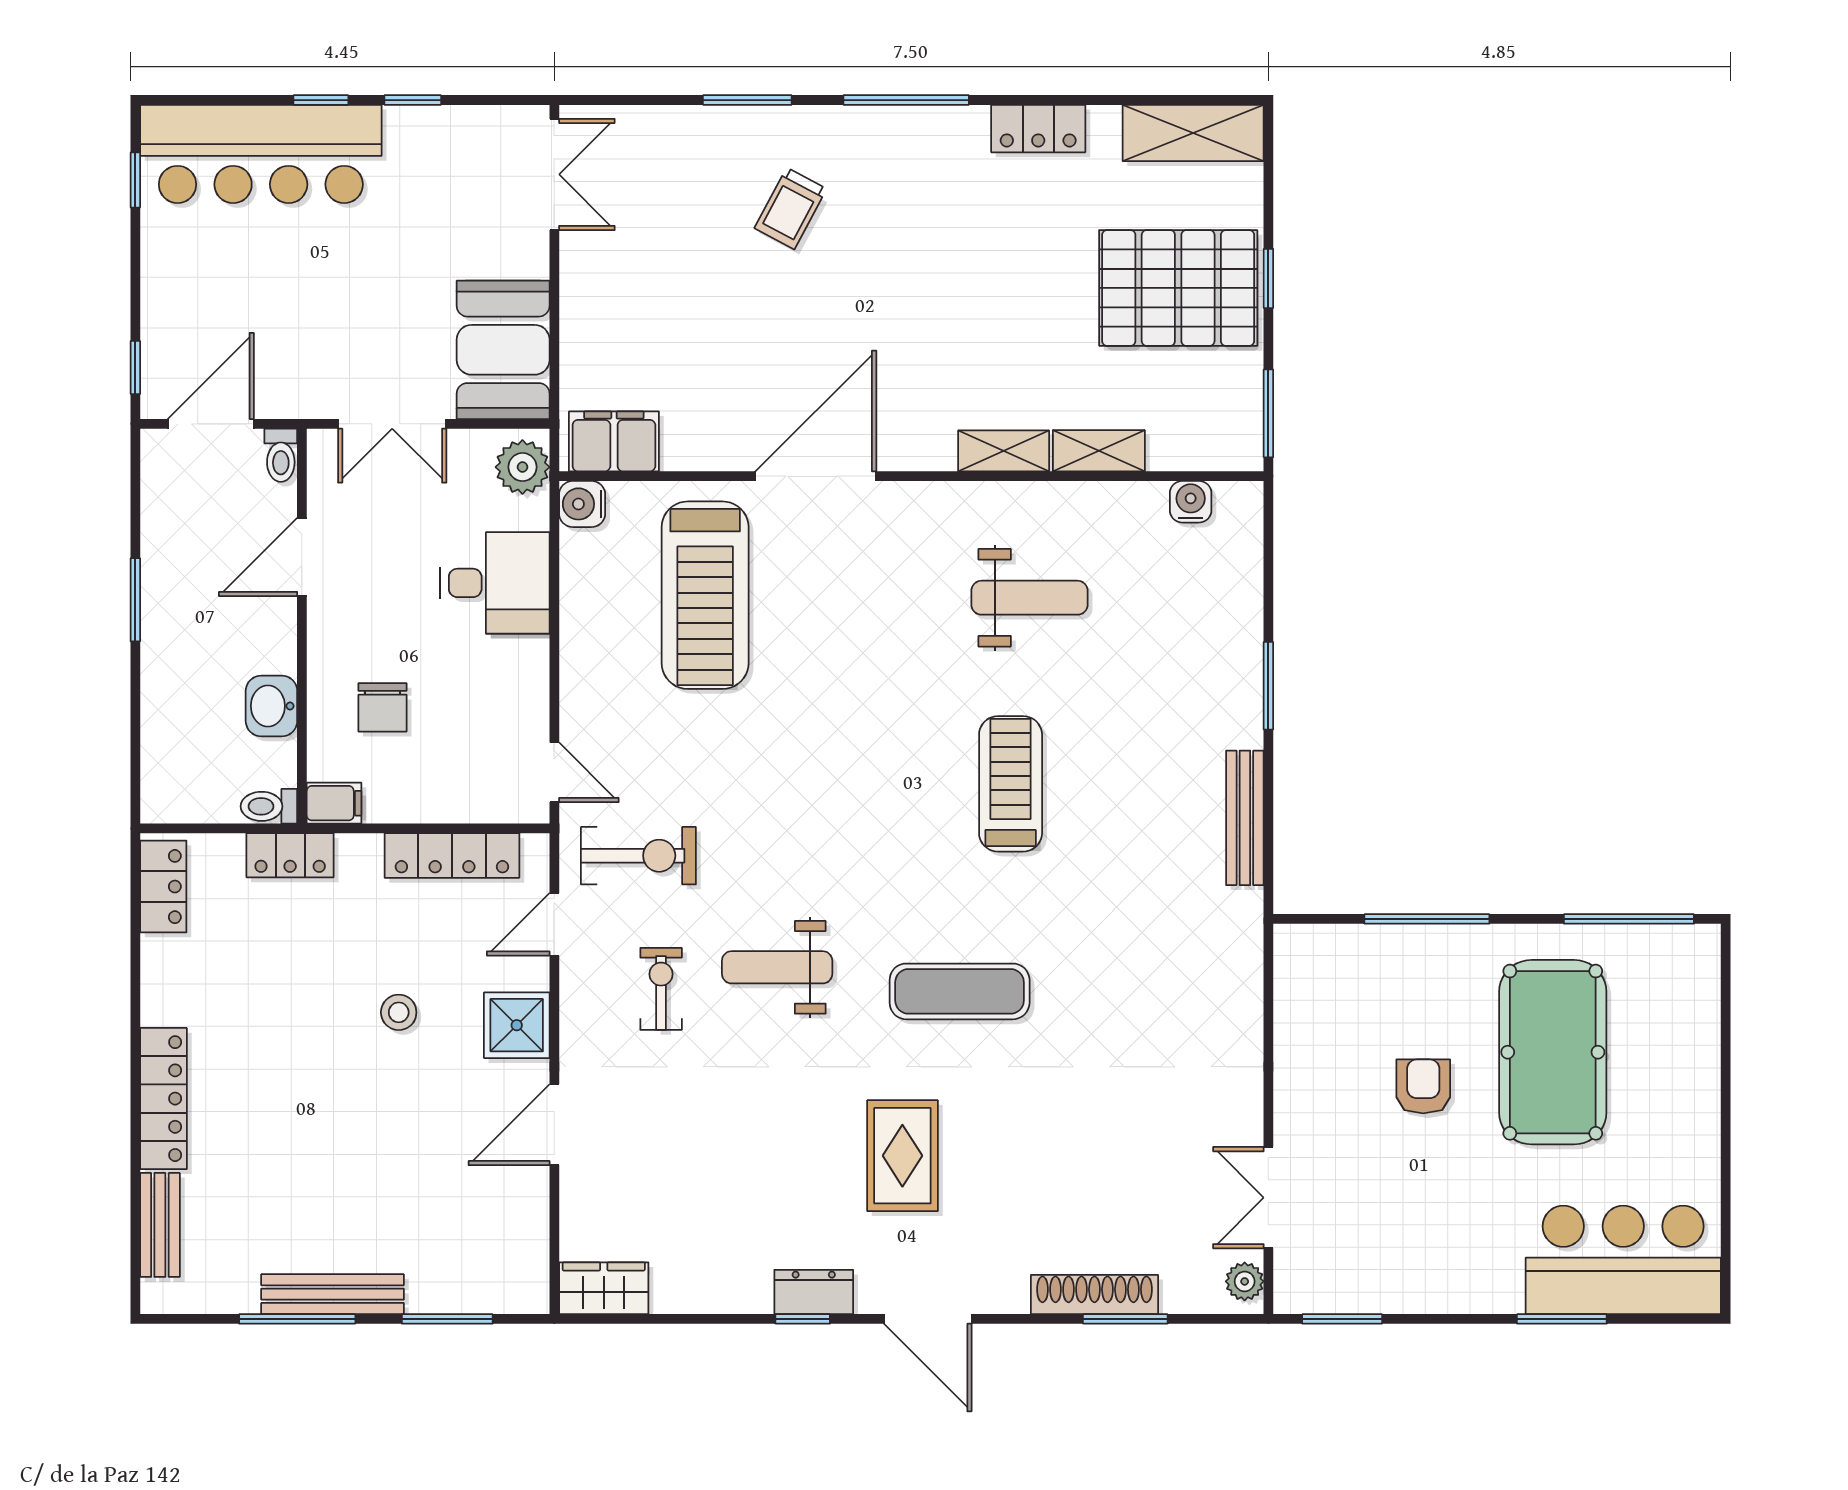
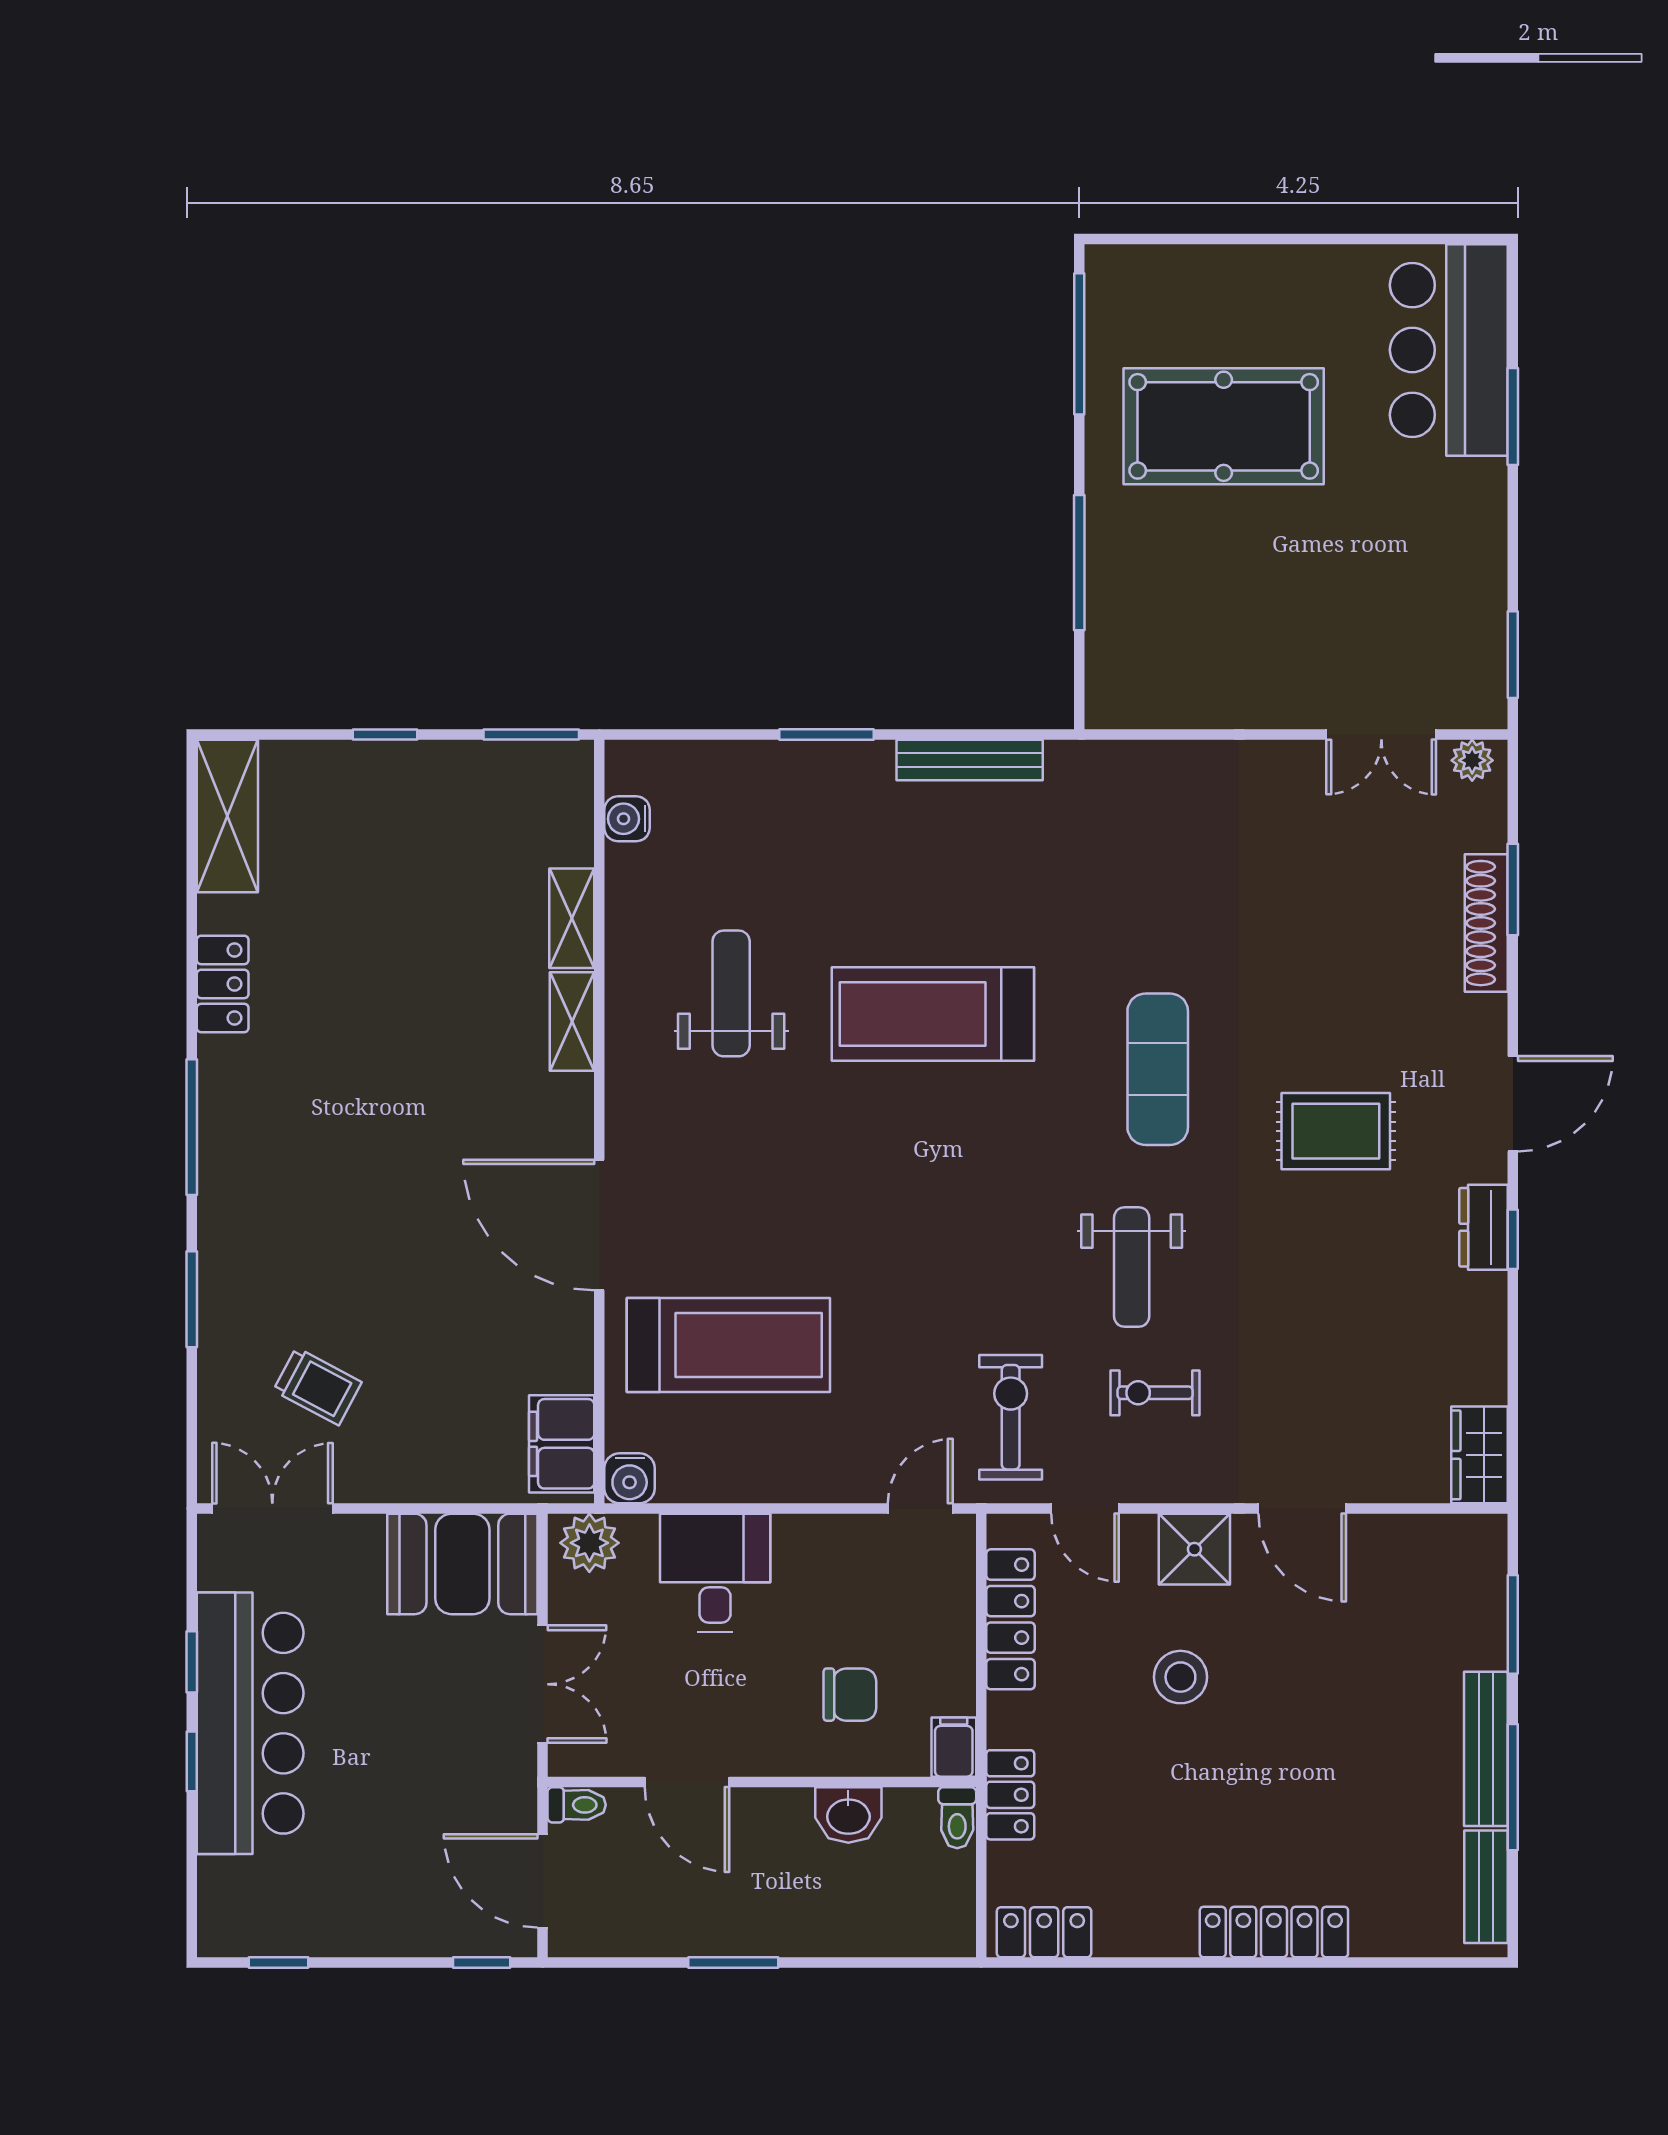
bar counter: (261, 154) -> (250, 1723), moved
trolley: (791, 208) -> (317, 1386), moved
pallet: (1178, 288) -> (395, 832), removed
treadmill: (1011, 784) -> (933, 1014), width x1.37, depth x1.38
stool: (399, 1012) -> (1180, 1677), width x1.37, depth x1.37
armchair: (1423, 1086) -> (1261, 567), removed
bench: (160, 1225) -> (1486, 1887), moved, turned 90

